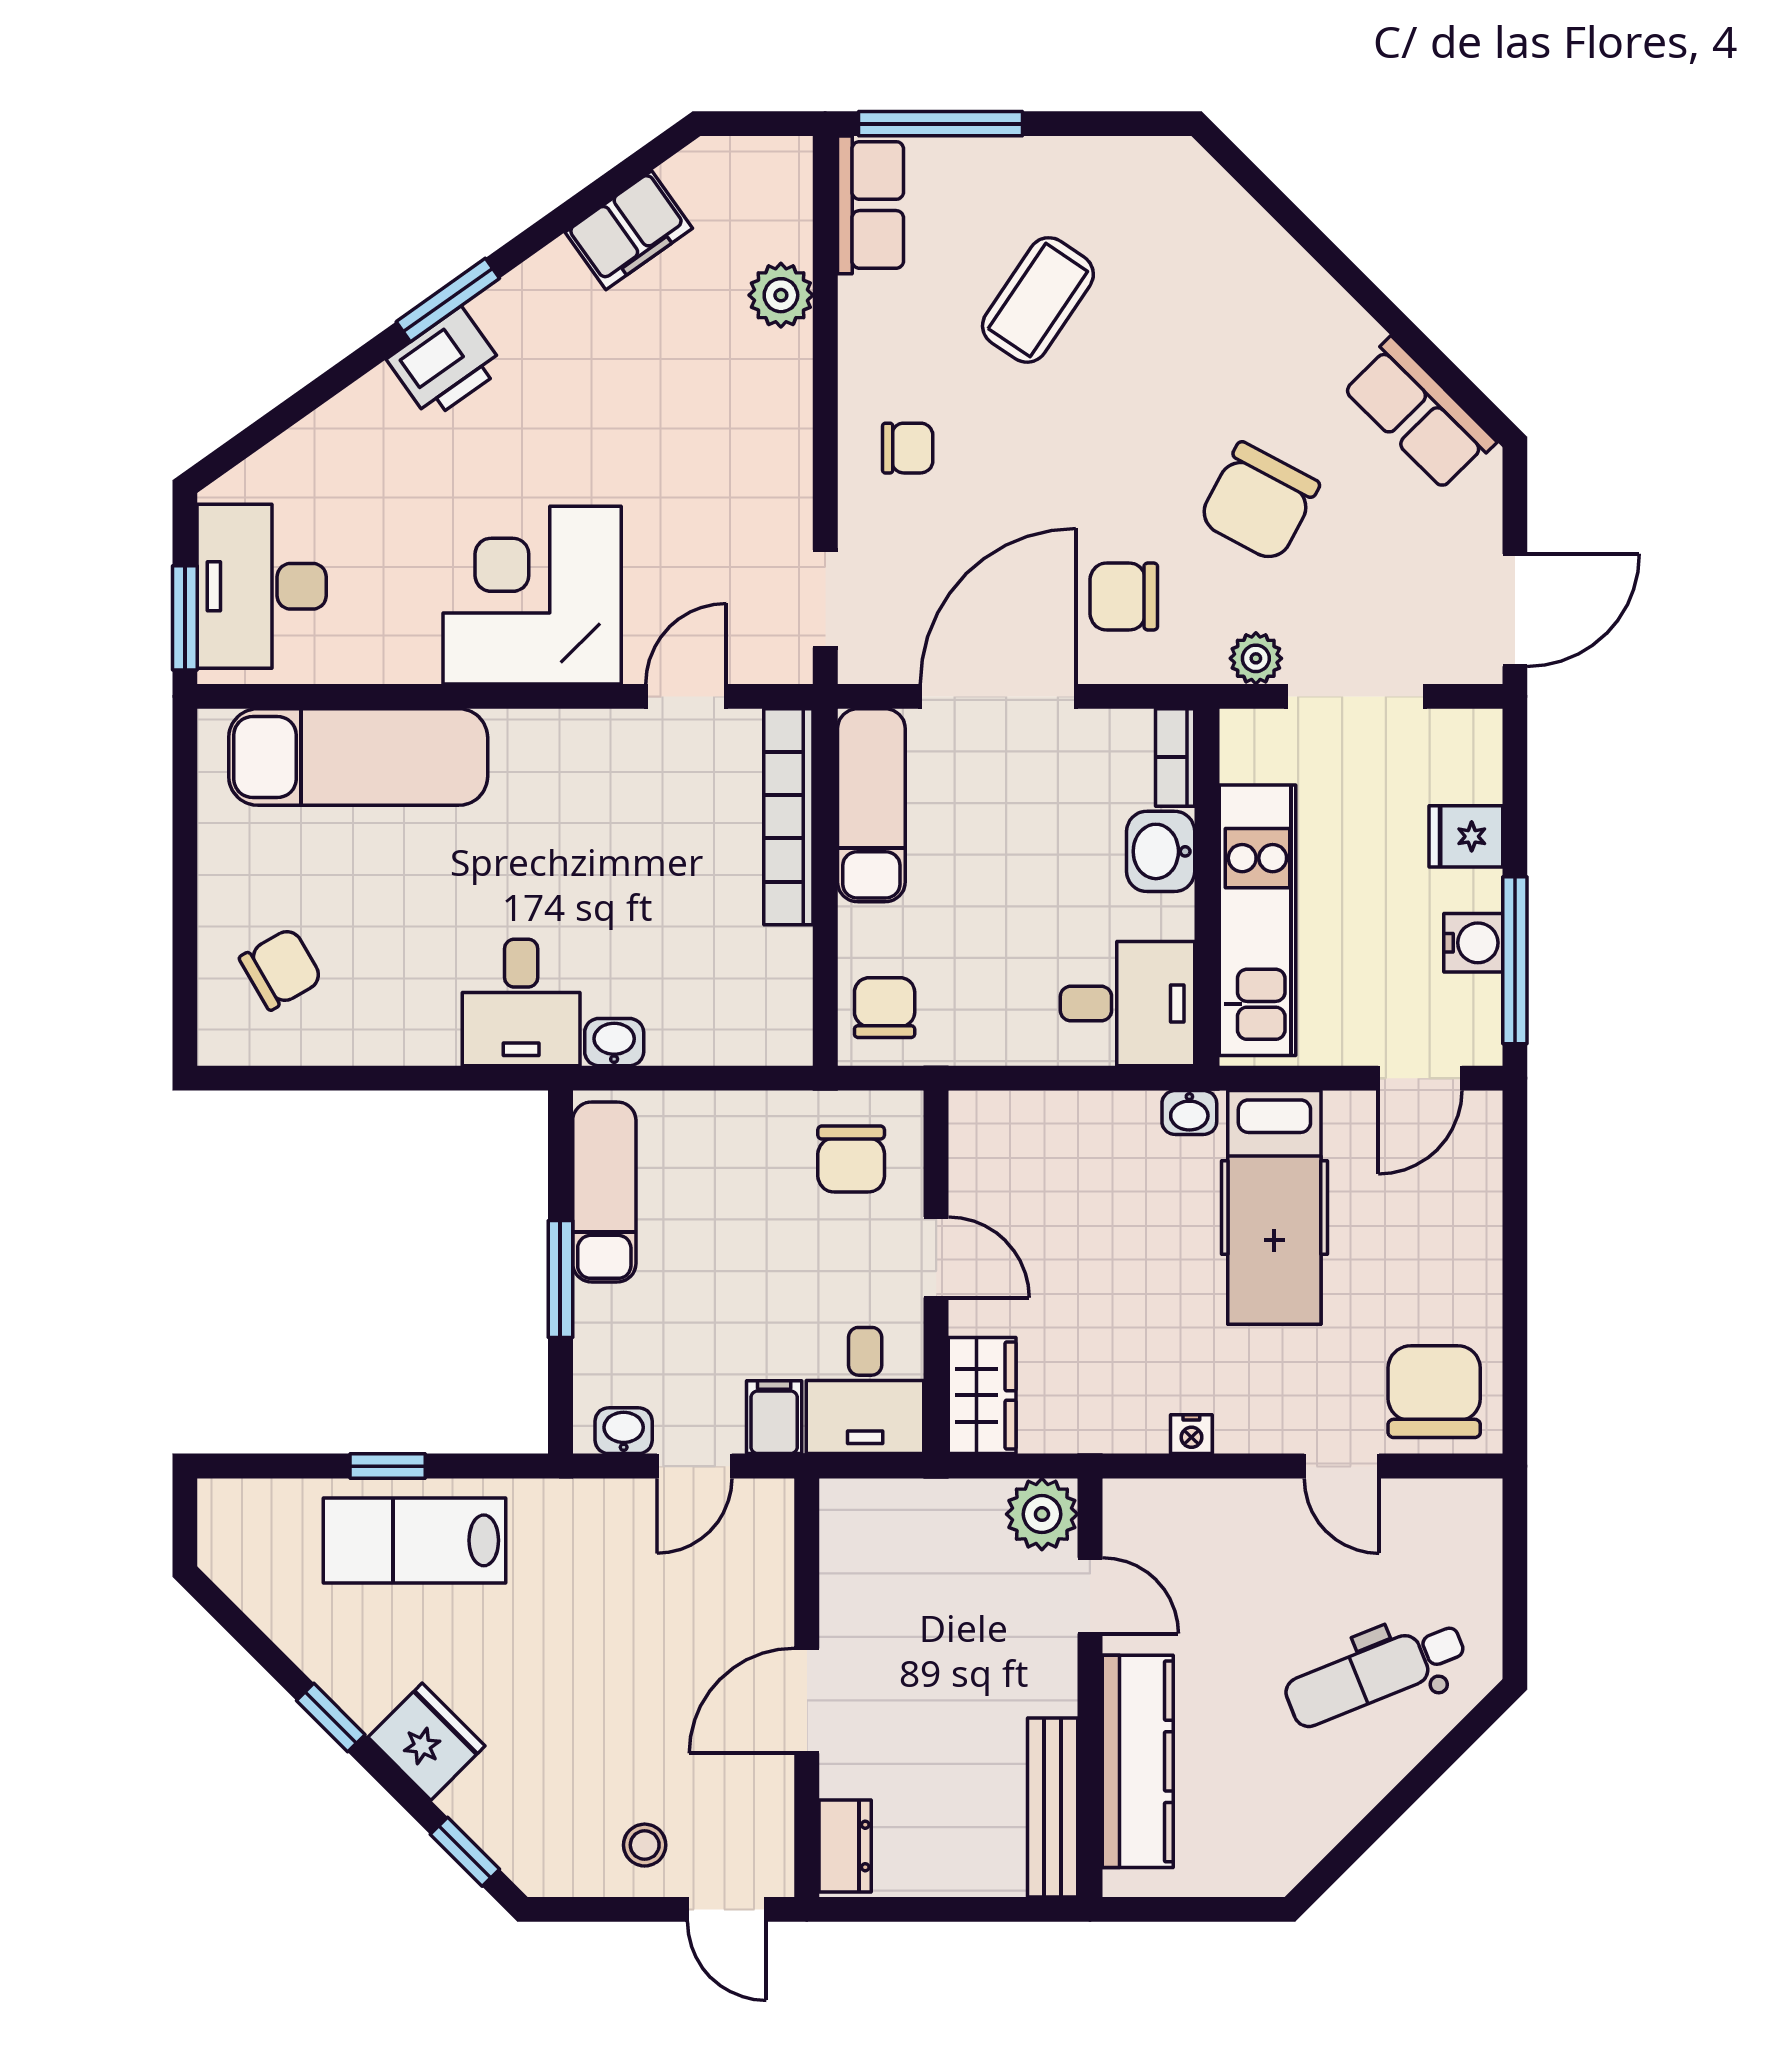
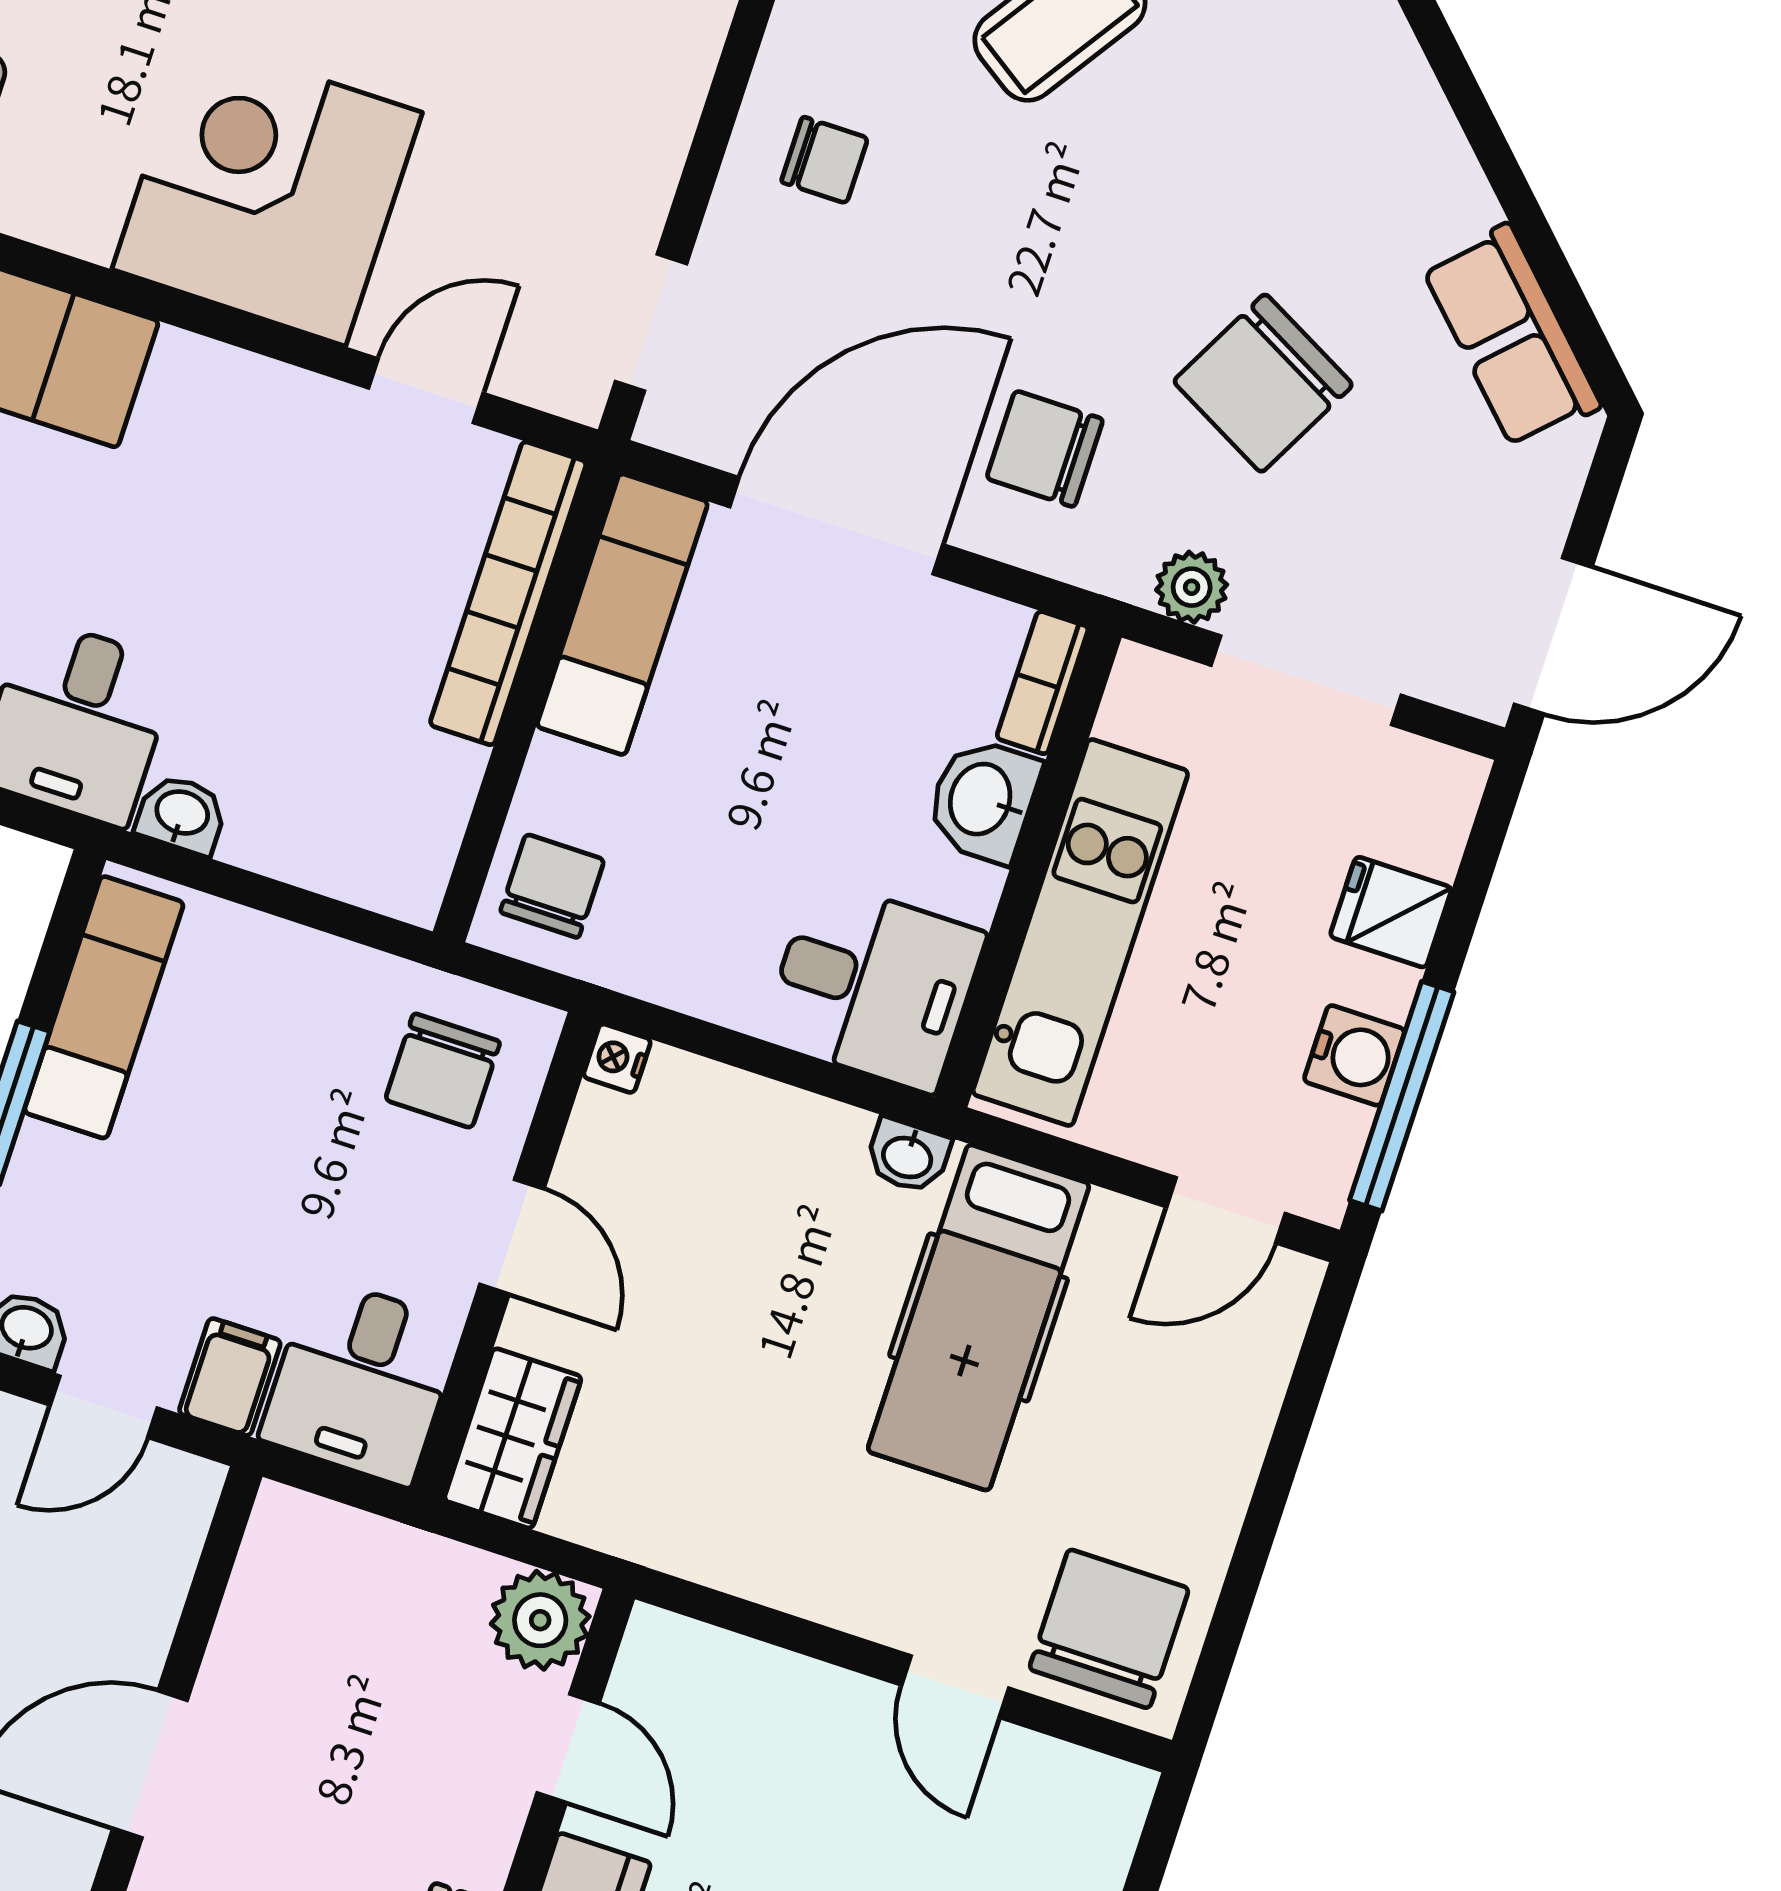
nightstand: (1191, 1434) -> (617, 1058), moved, turned 90

